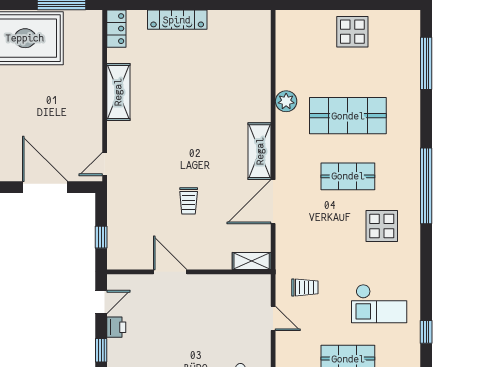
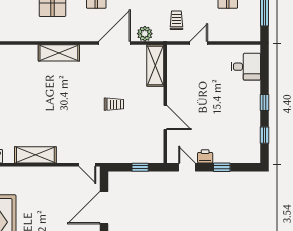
plant: (286, 101) -> (145, 34), moved
shelving: (260, 151) -> (59, 53), moved
door: (273, 202) -> (115, 43), swing flipped
shelving: (252, 261) -> (155, 65), width x1.50, depth x1.33
door: (170, 272) -> (165, 117), swing flipped

